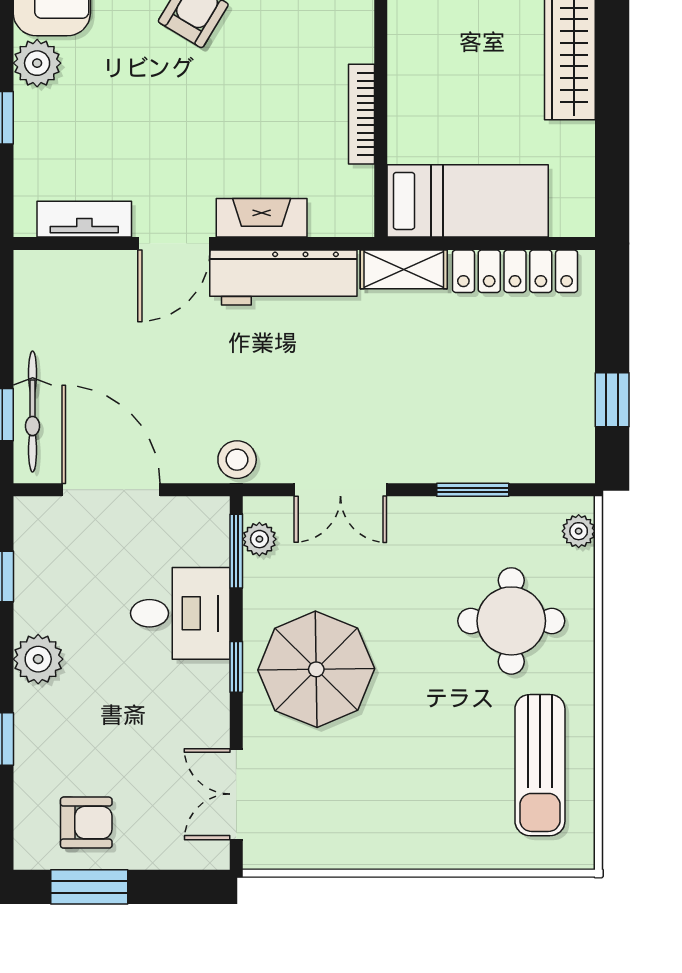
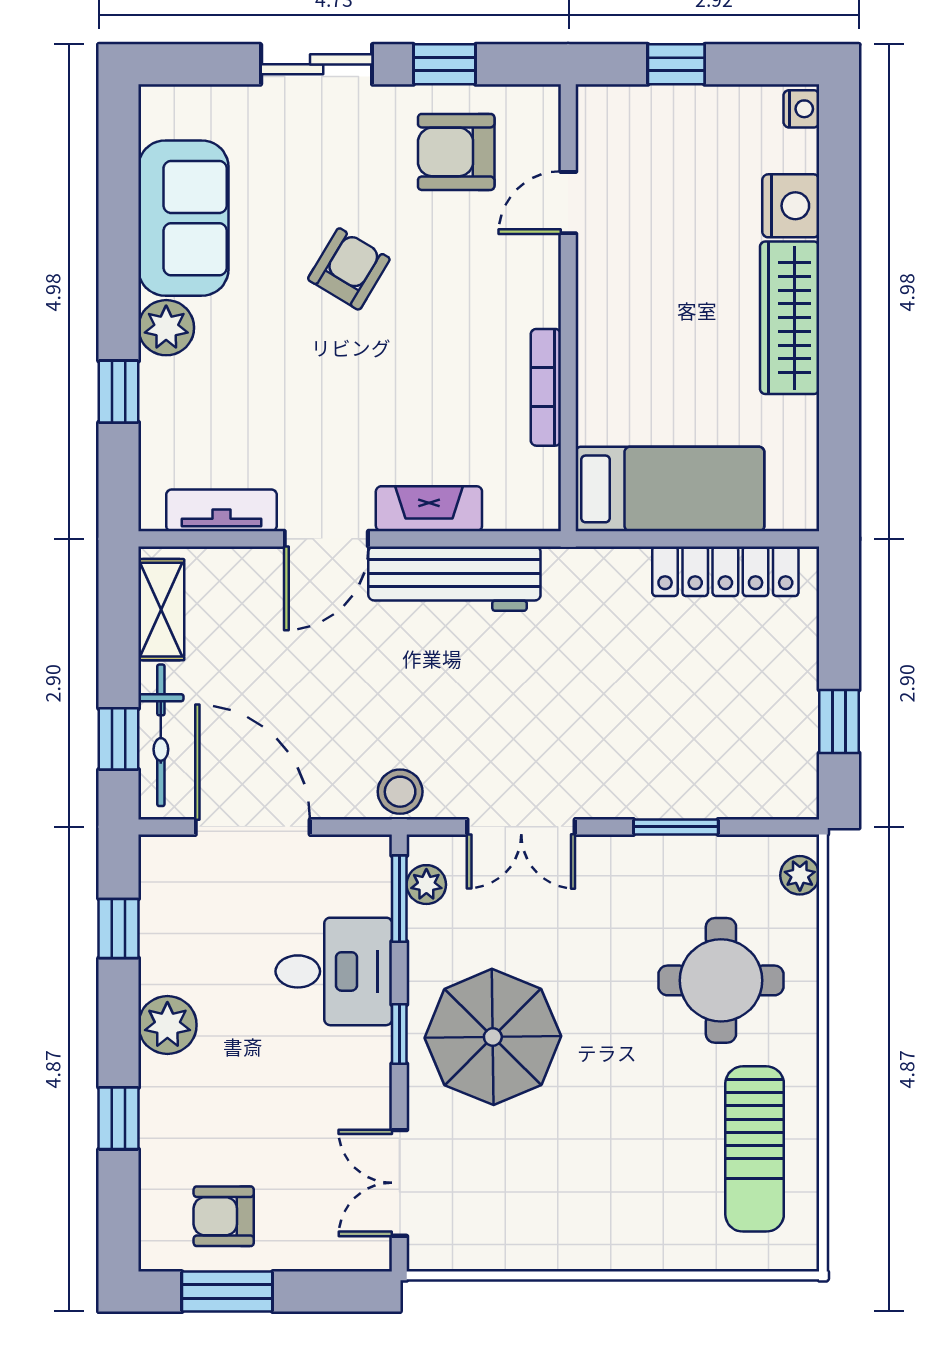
shelving: (404, 269) -> (161, 610), moved, turned 90
armchair: (86, 823) -> (224, 1216), turned 180

